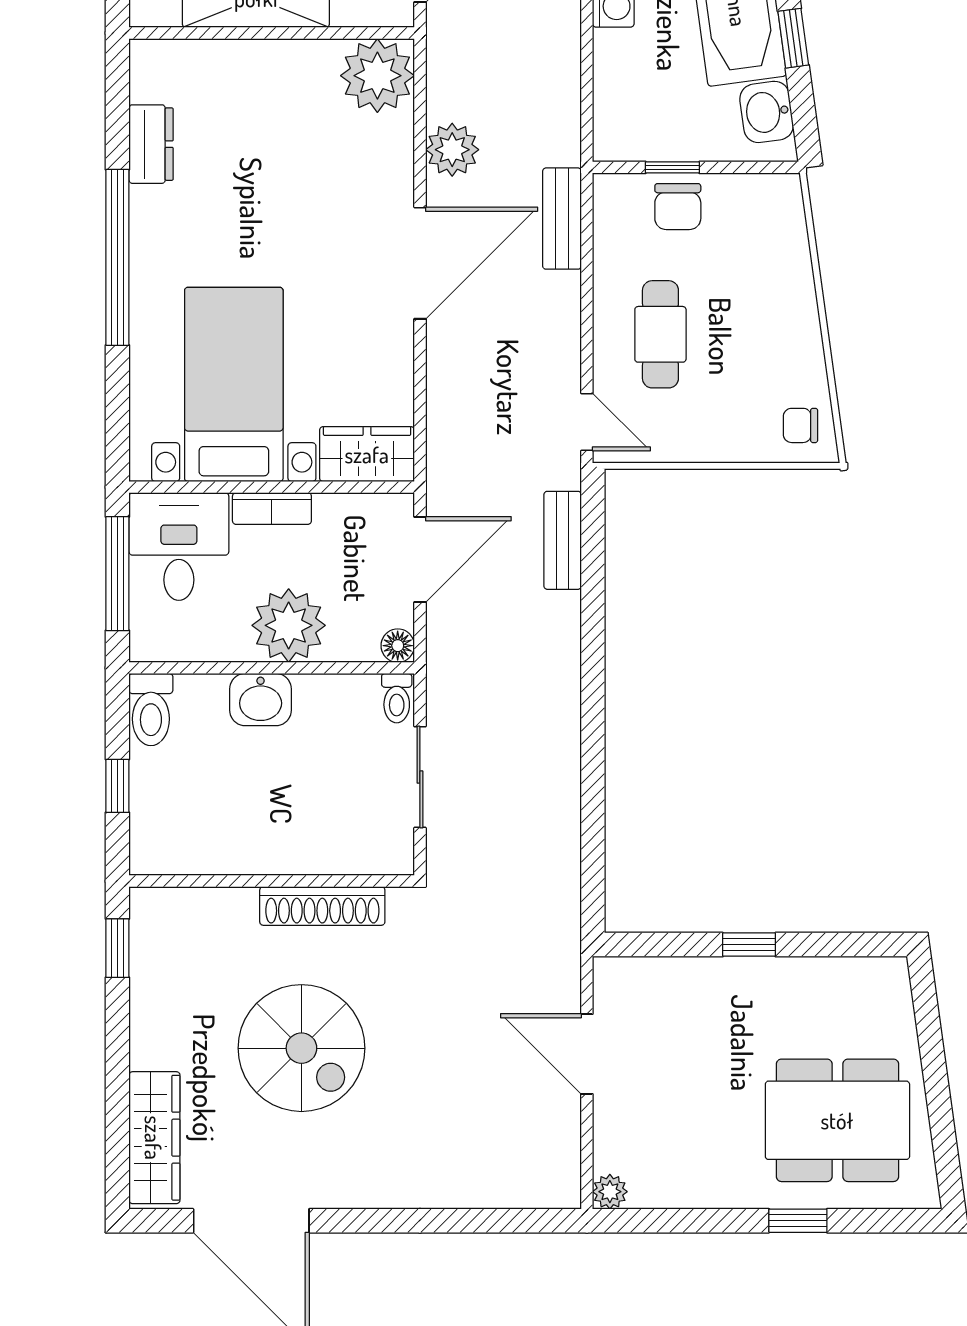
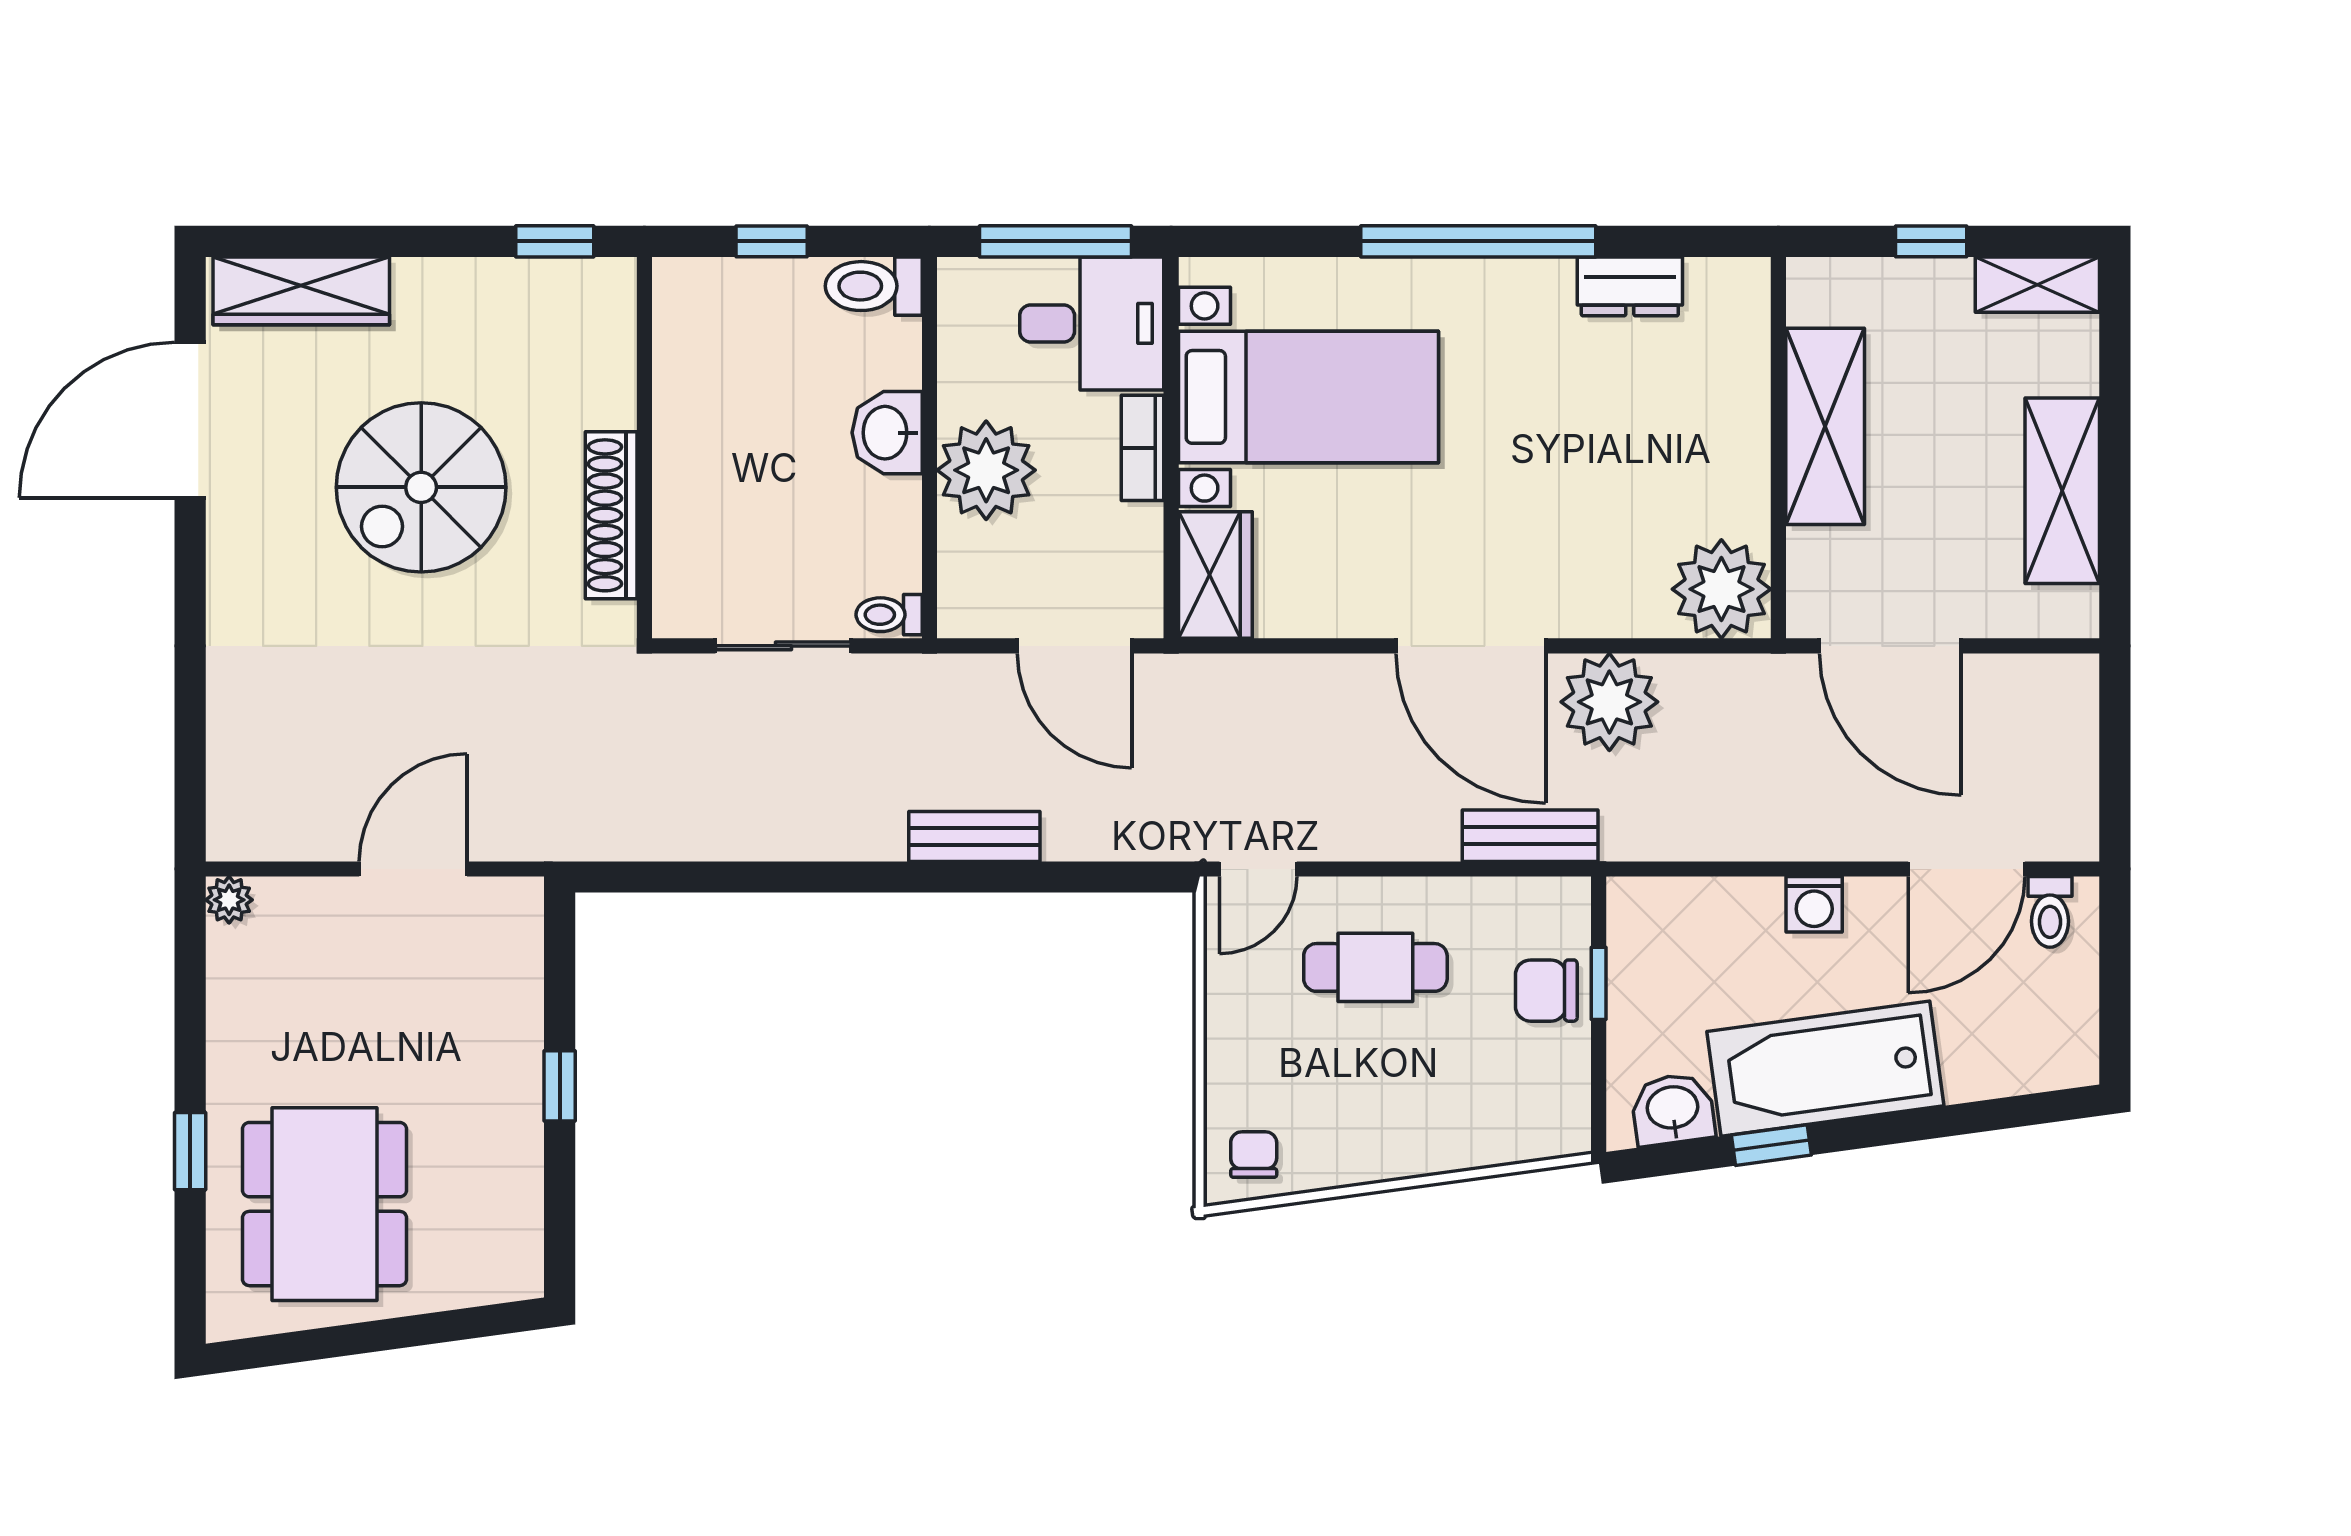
plant: (452, 150) -> (1609, 702), width x1.36, depth x1.36
bench: (563, 540) -> (974, 837), moved
floor lamp: (398, 646) -> (959, 616), removed

